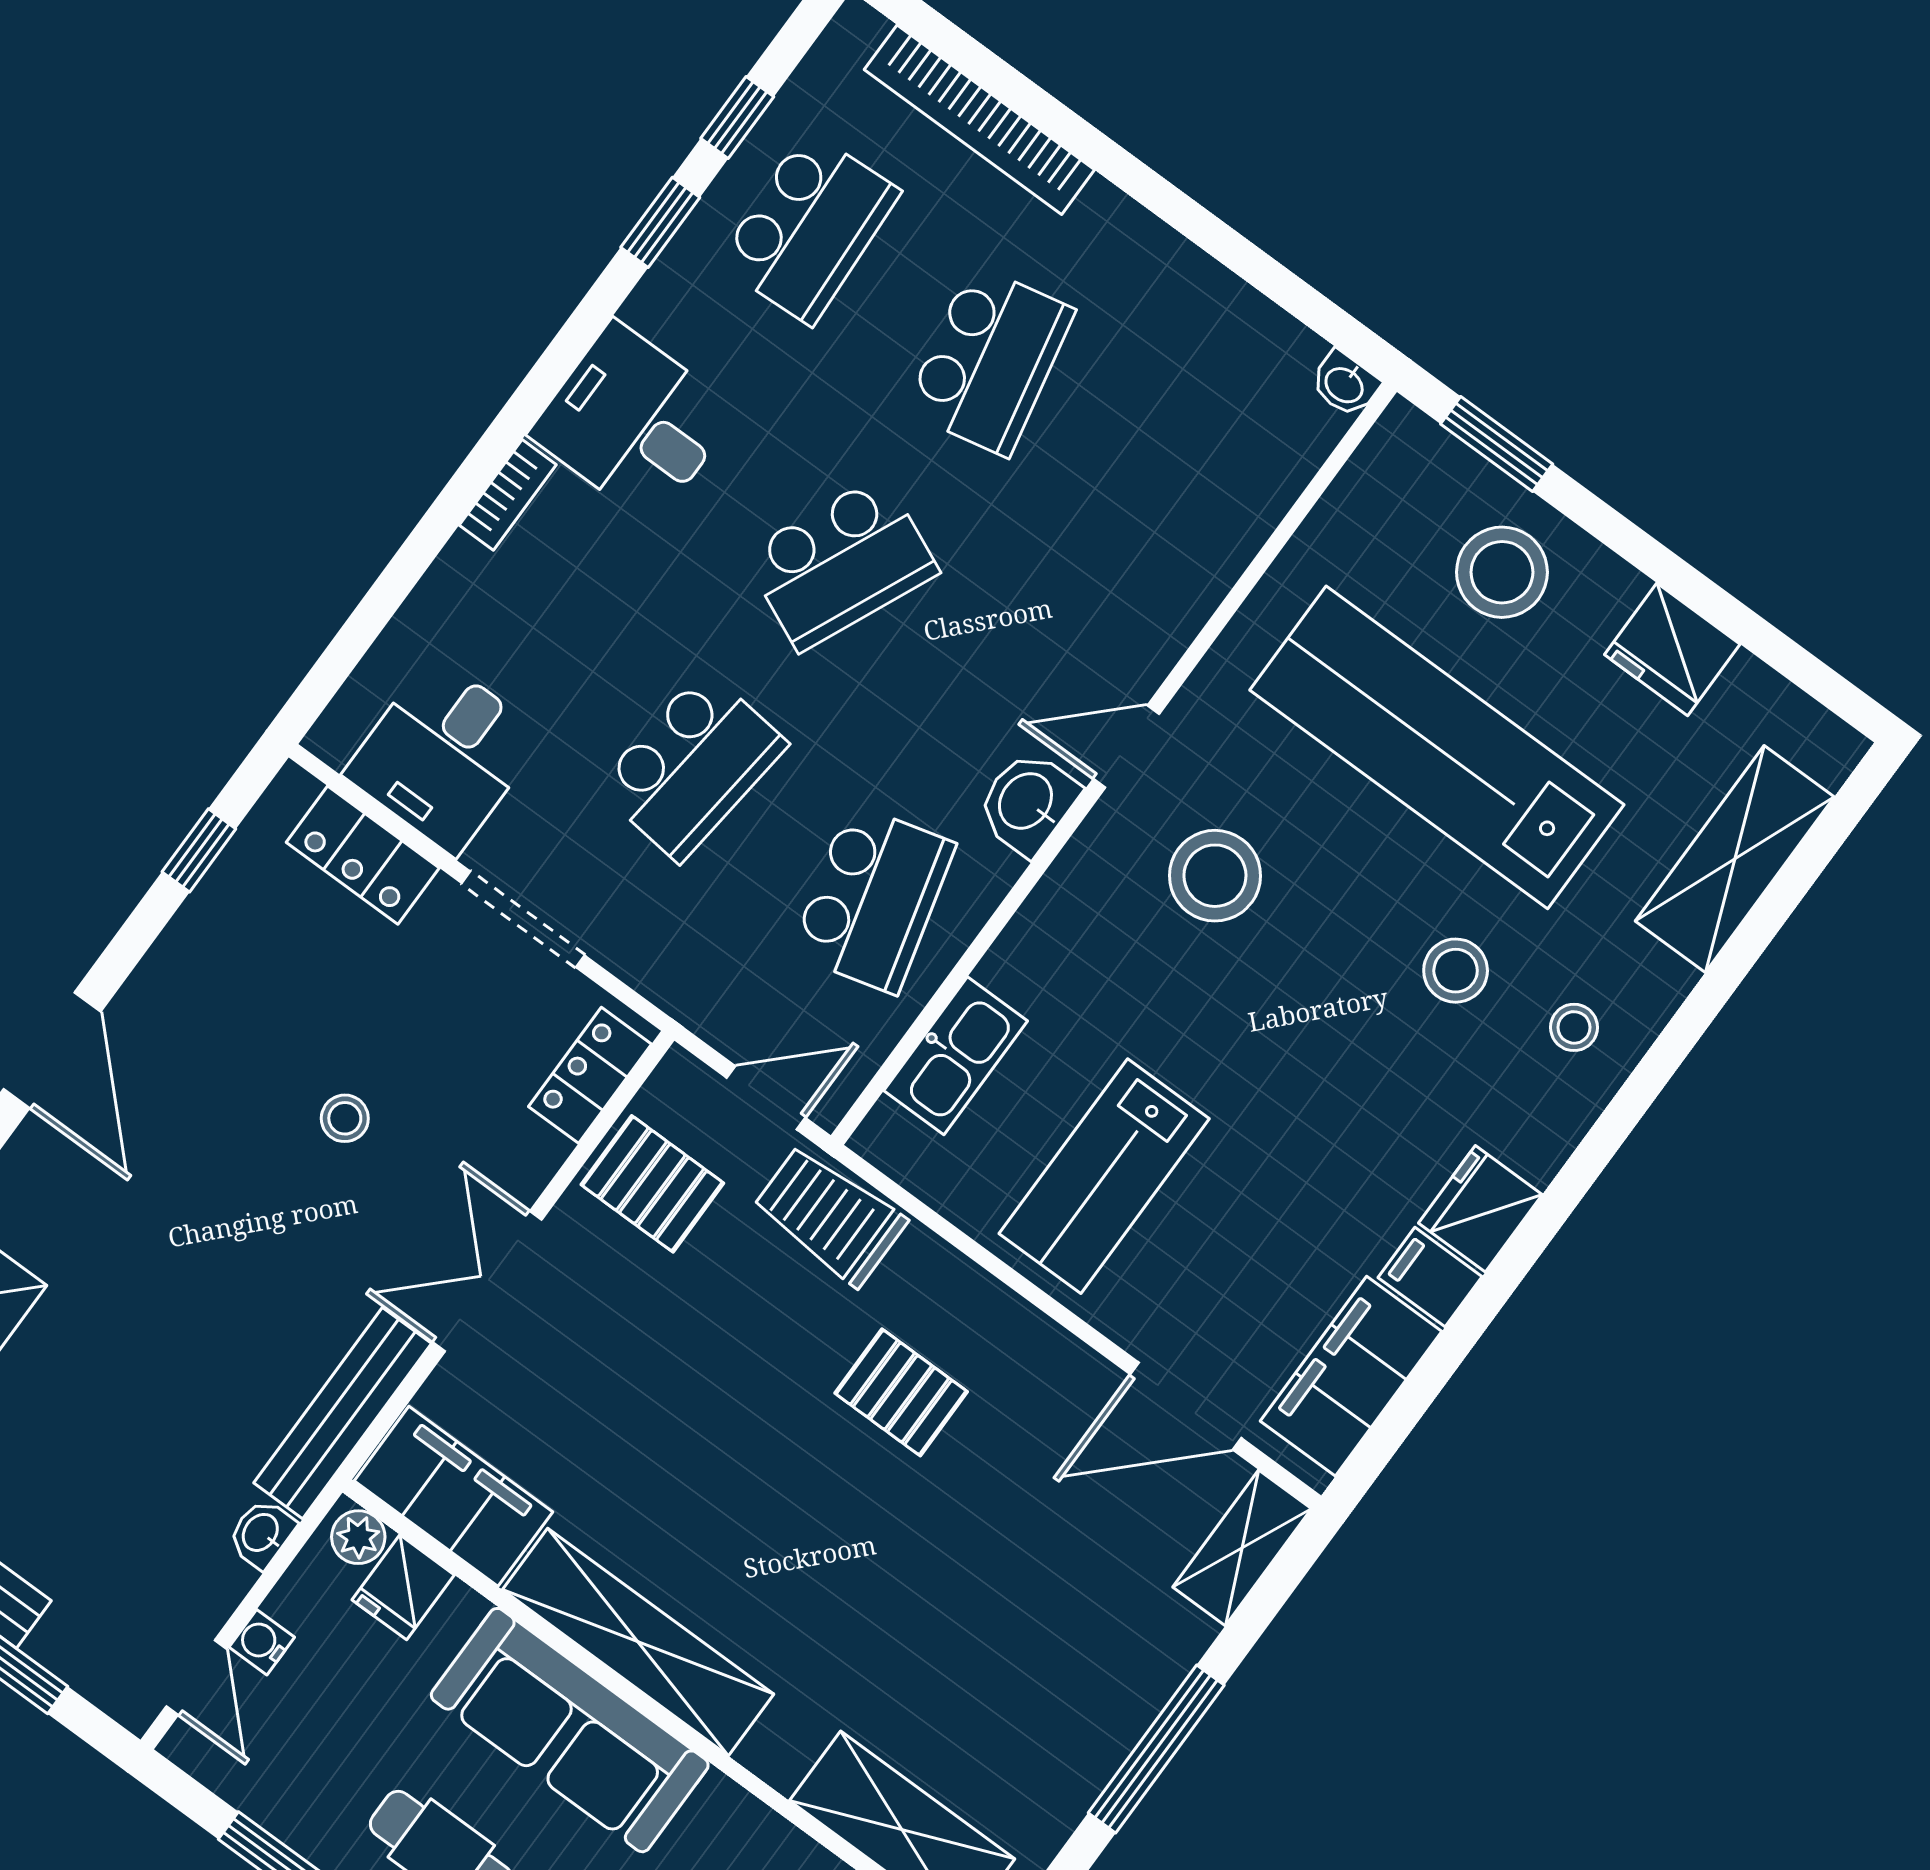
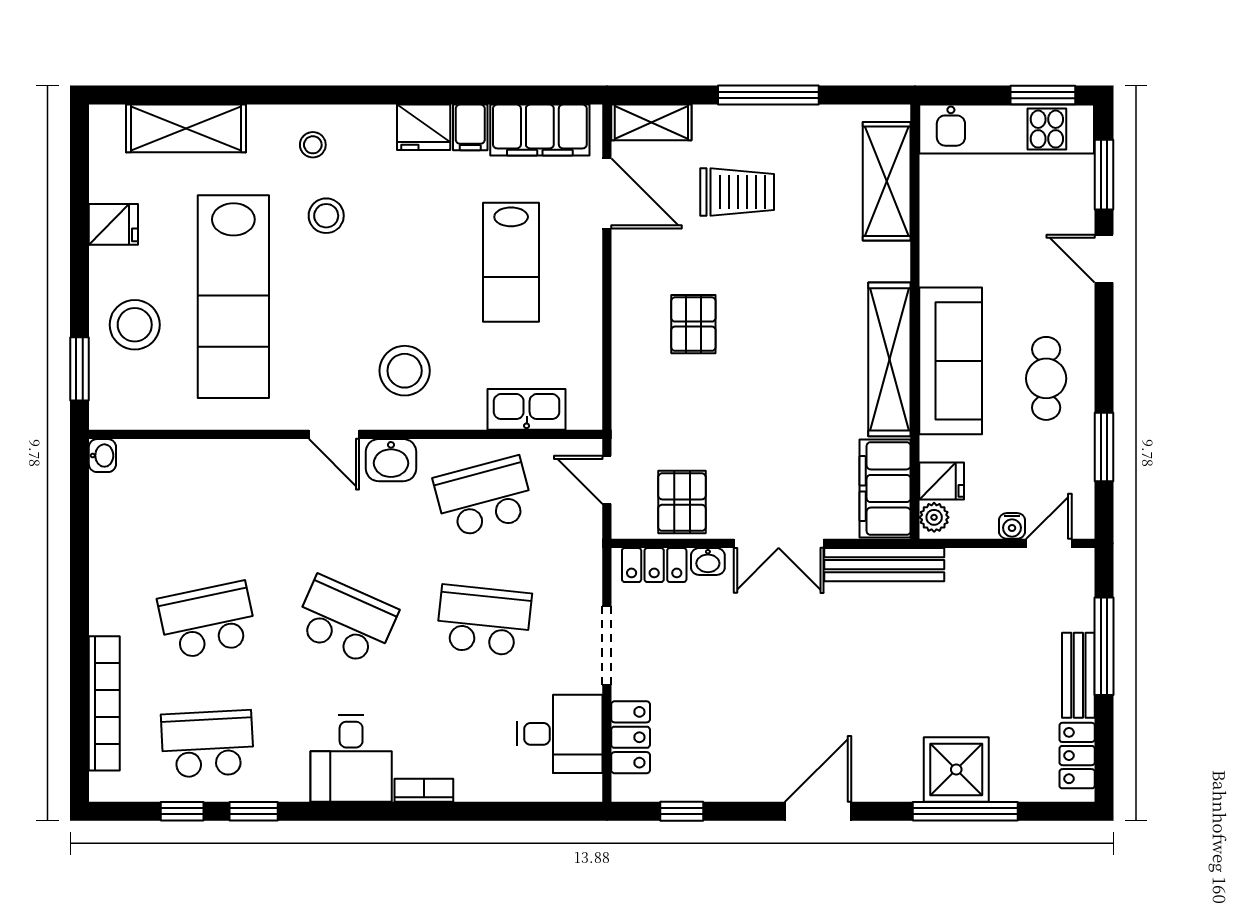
fridge: (1672, 649) -> (113, 224), width x0.72
stool: (1215, 876) -> (405, 371), moved
stool: (345, 1118) -> (753, 660), removed
lab bench: (1104, 1176) -> (511, 262), moved, turned 90
trolley: (830, 1215) -> (737, 192), moved, turned -90
washbasin: (261, 1533) -> (708, 561), moved

